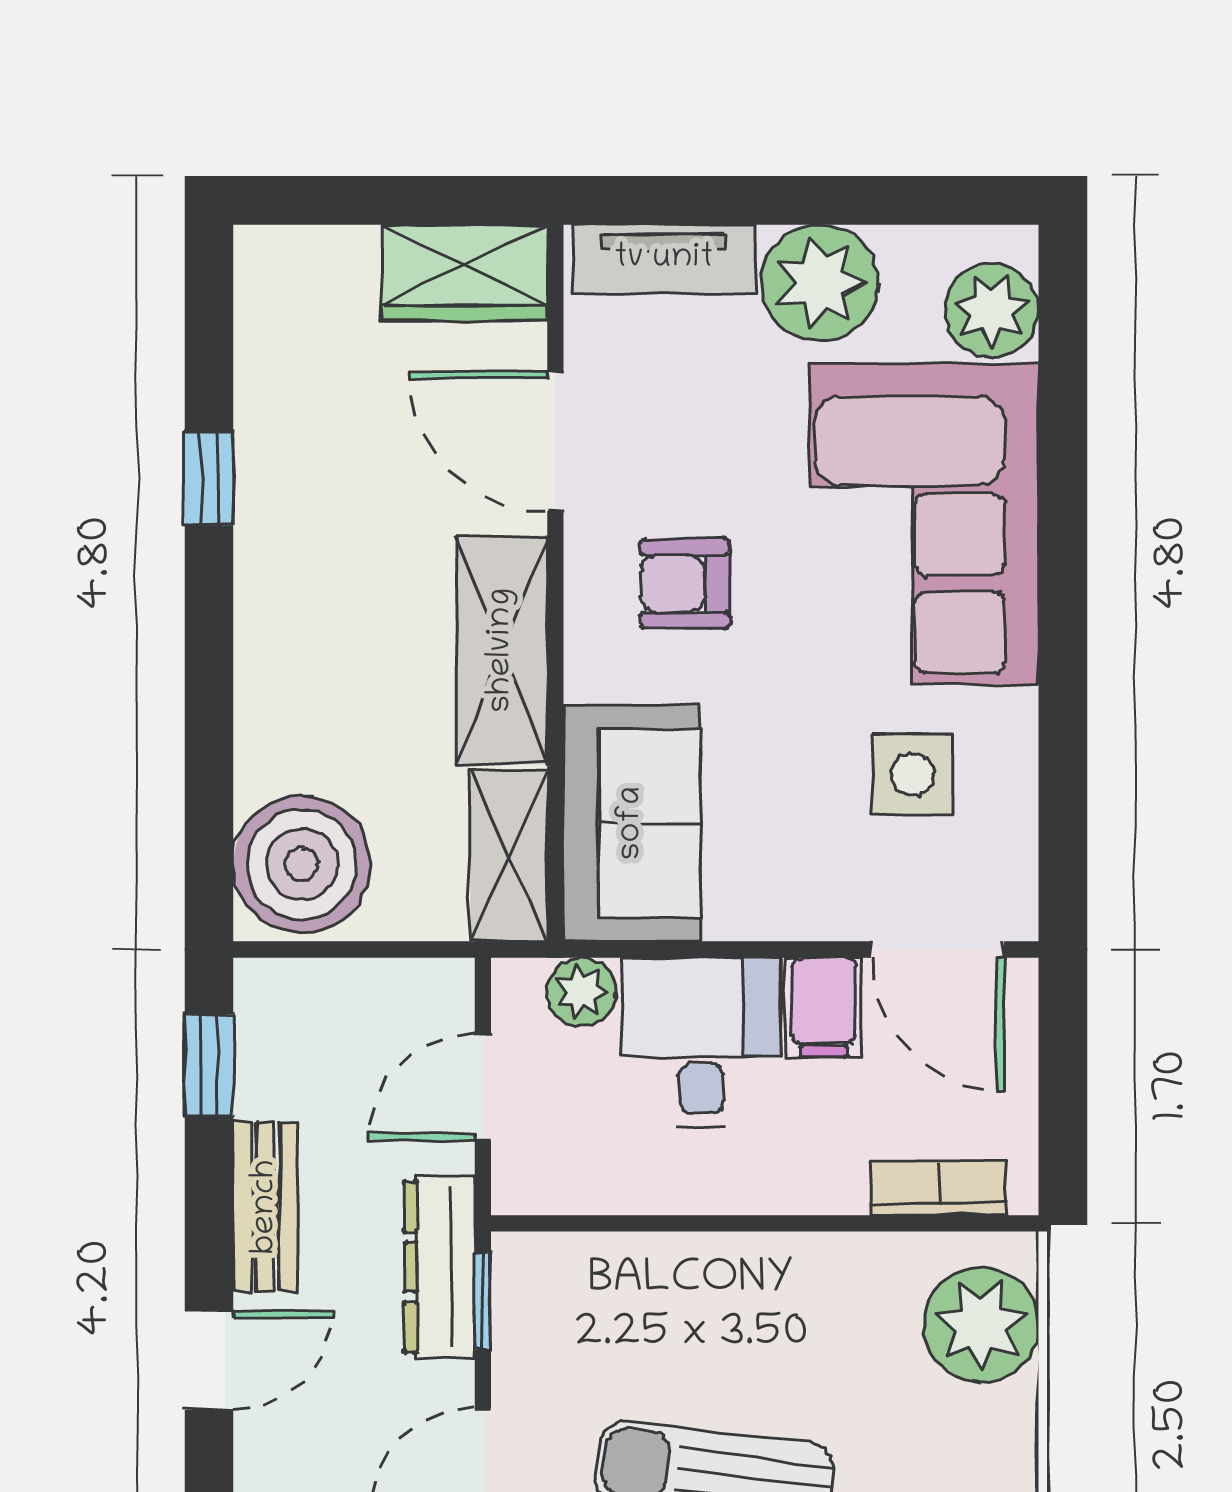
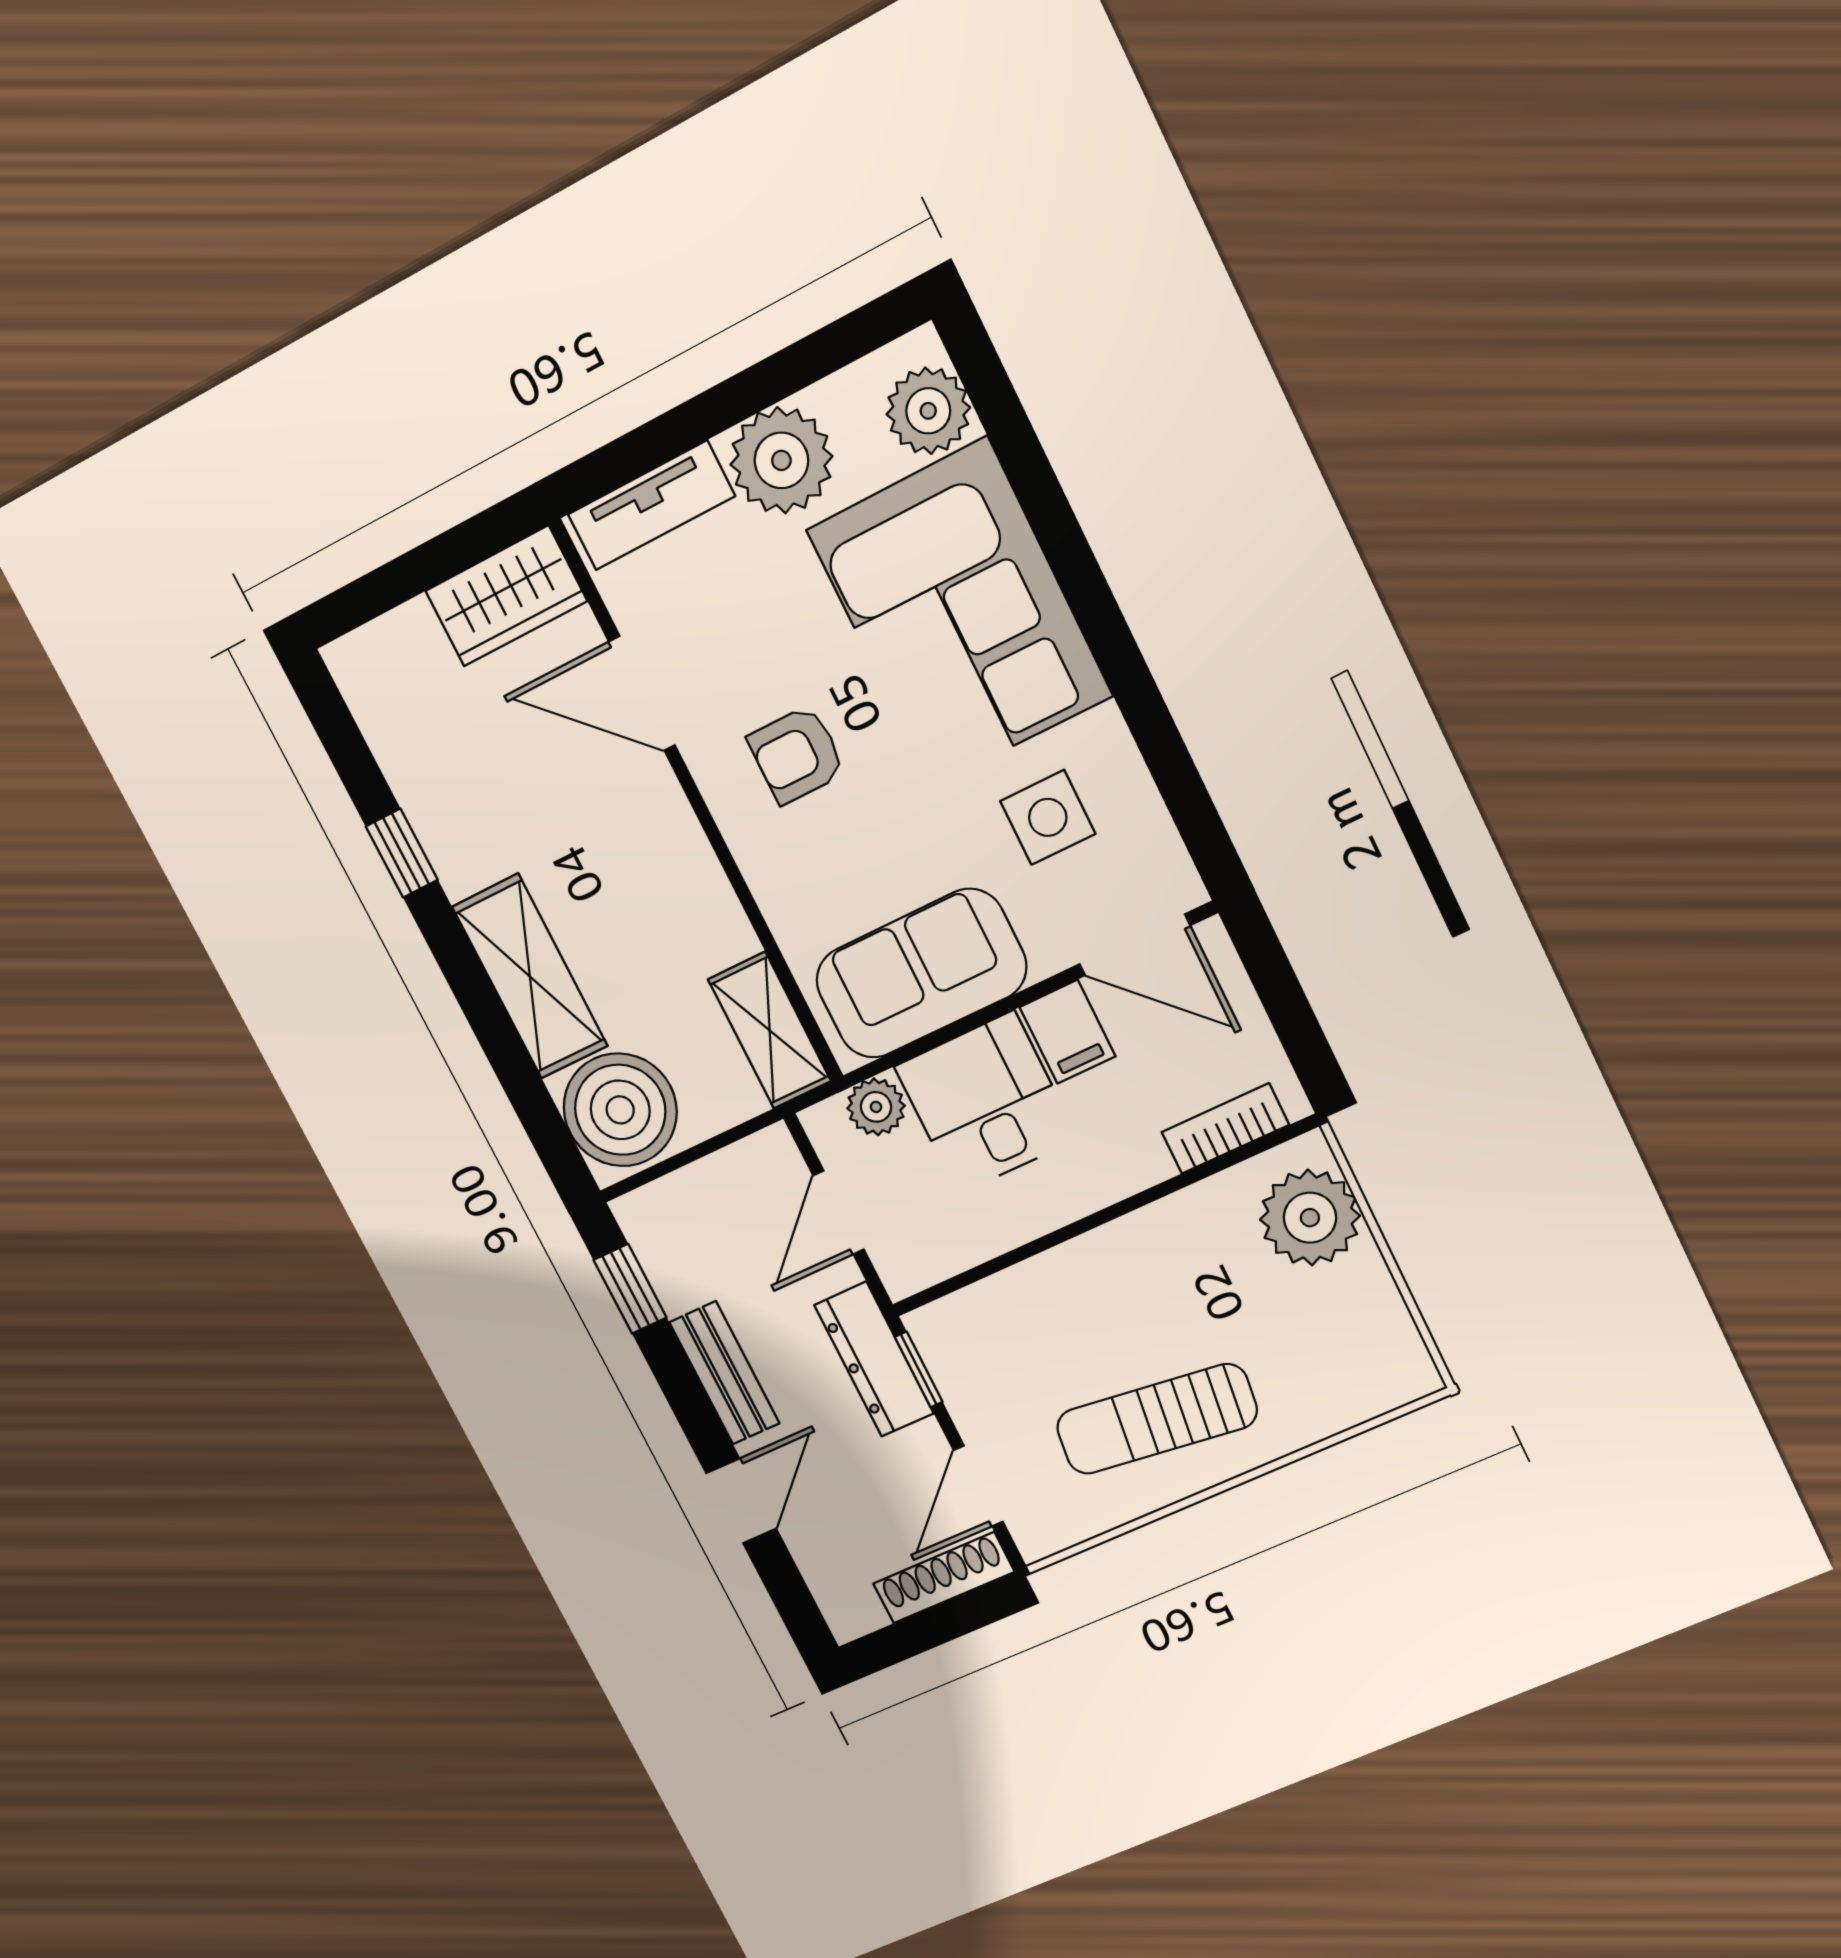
shelving: (502, 650) -> (530, 976), moved
sofa: (632, 823) -> (921, 974), moved, turned -90

